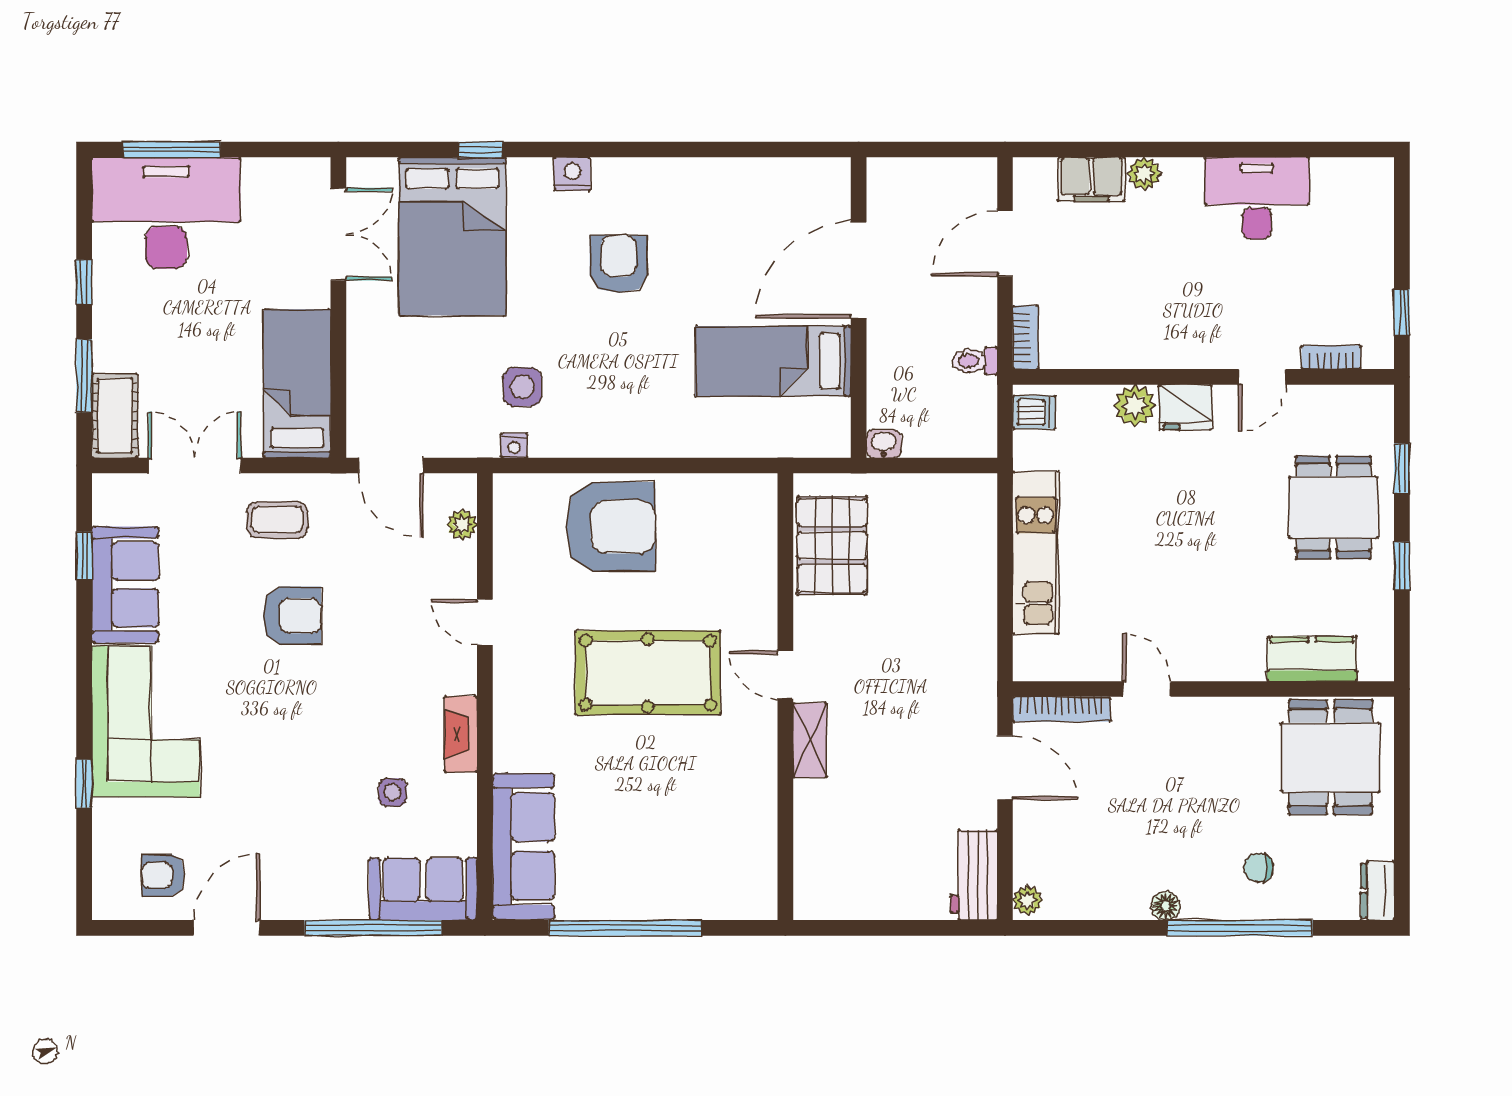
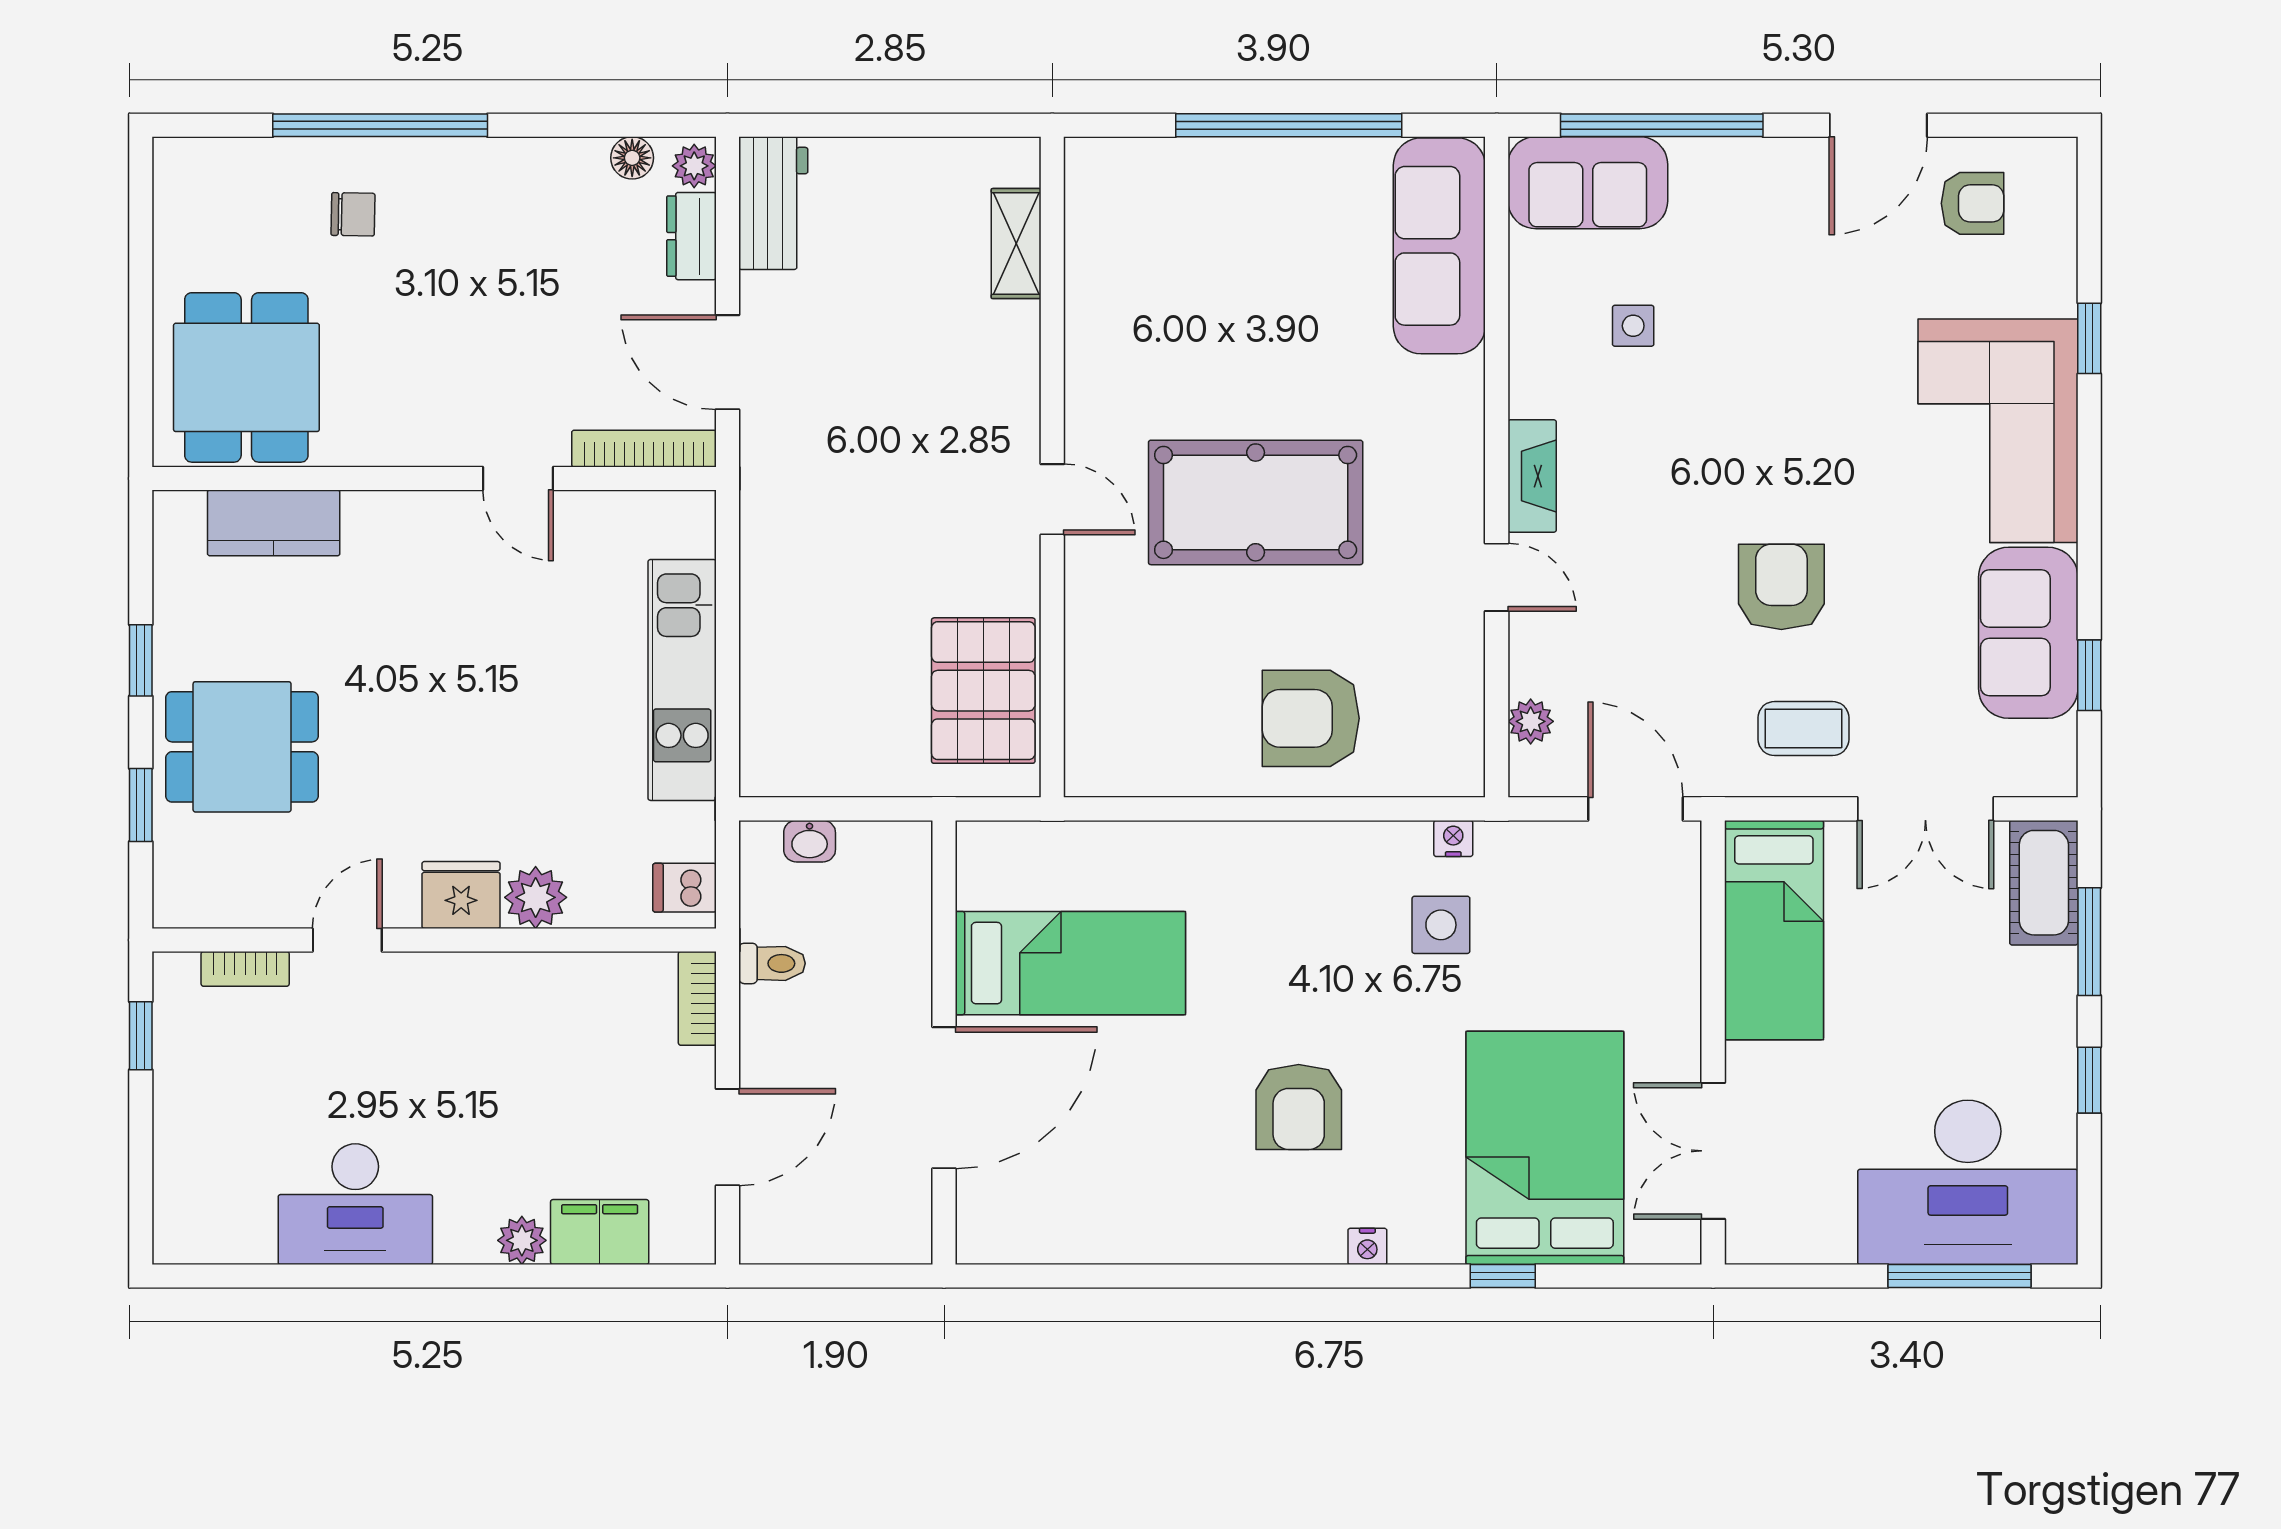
nightstand: (572, 174) -> (1367, 1246), width x0.72, depth x0.74
washbasin: (884, 444) -> (810, 841), moved
dining table: (1333, 507) -> (242, 747), turned 90
armchair: (610, 527) -> (1311, 718), width x0.73, depth x0.73
armchair: (292, 616) -> (1781, 587), turned 90
fireplace: (461, 734) -> (1532, 476), moved
shelving: (810, 740) -> (1016, 244), moved
dresser: (1378, 891) -> (692, 236), moved, turned 180
floor lamp: (1166, 906) -> (632, 158), moved

